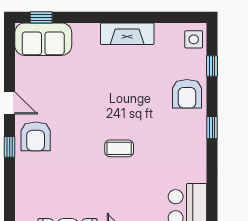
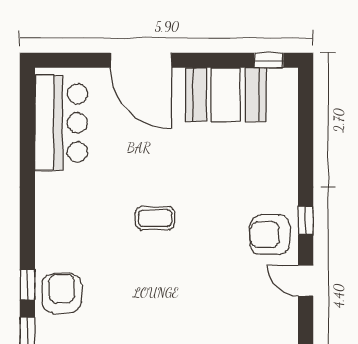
window: (212, 128) -> (27, 285), moved
armchair: (36, 136) -> (270, 235), turned -90

